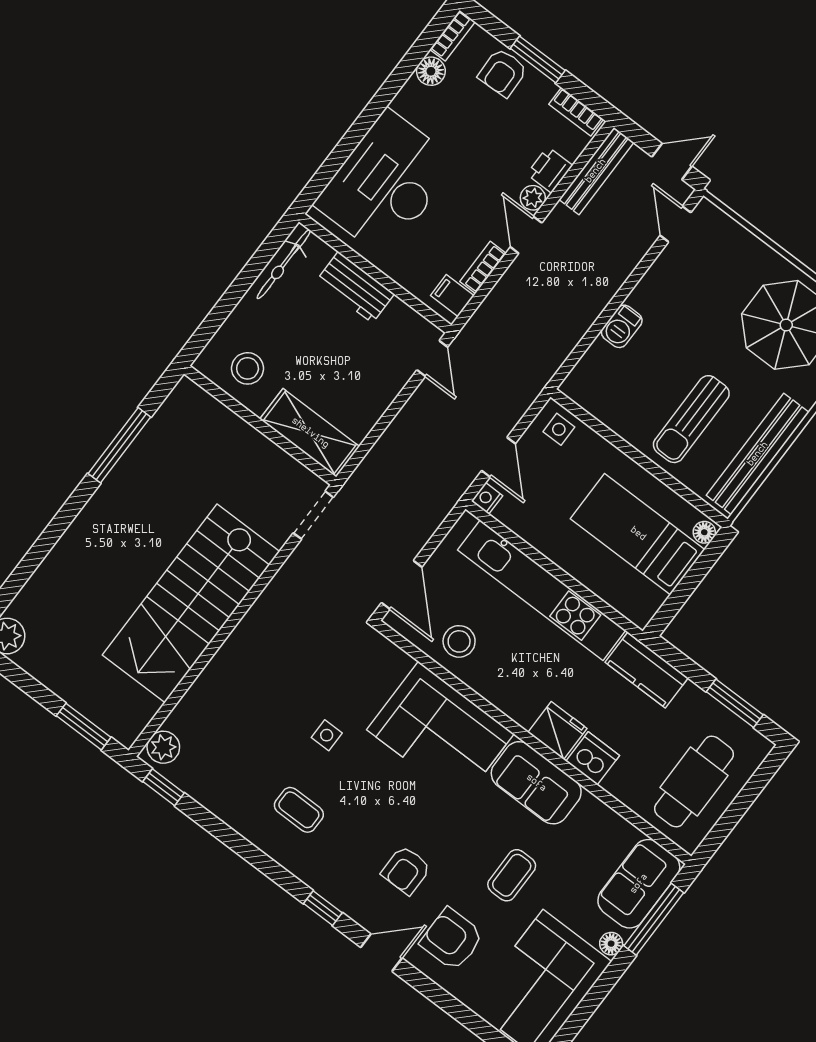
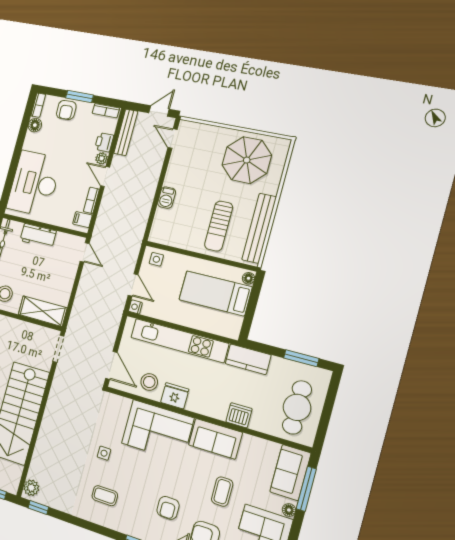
fridge: (557, 730) -> (175, 396), moved

